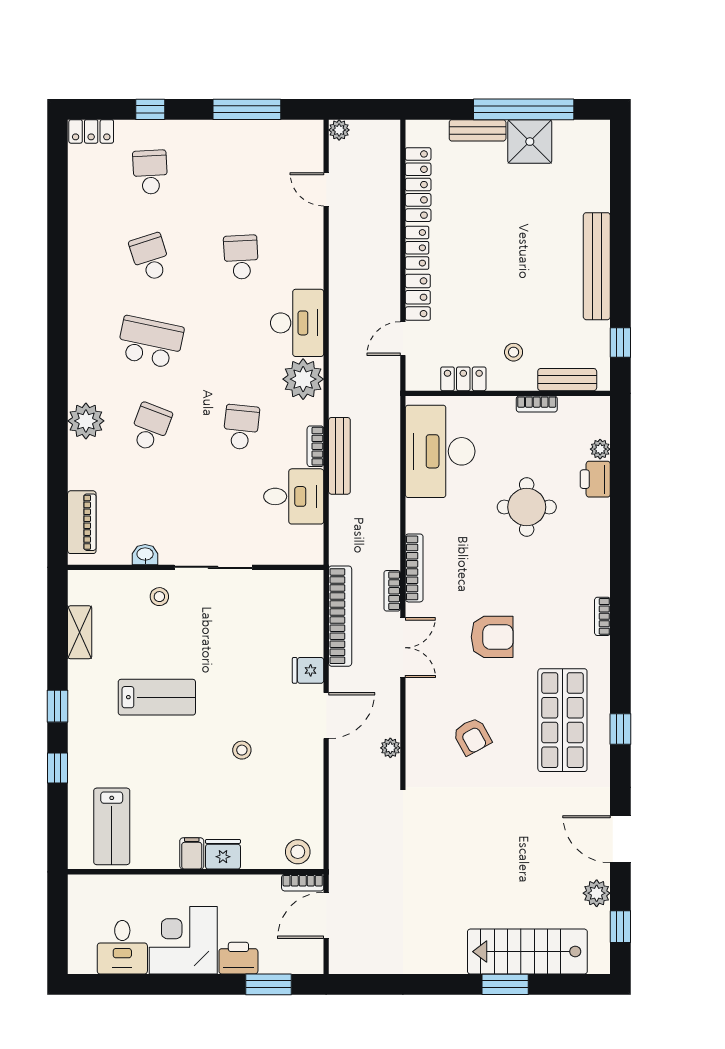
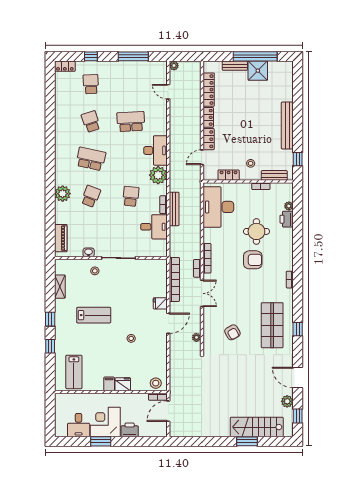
school desk: (241, 257) -> (131, 122), width x1.85
armchair: (492, 637) -> (253, 260), moved
window: (269, 984) -> (101, 441), moved

